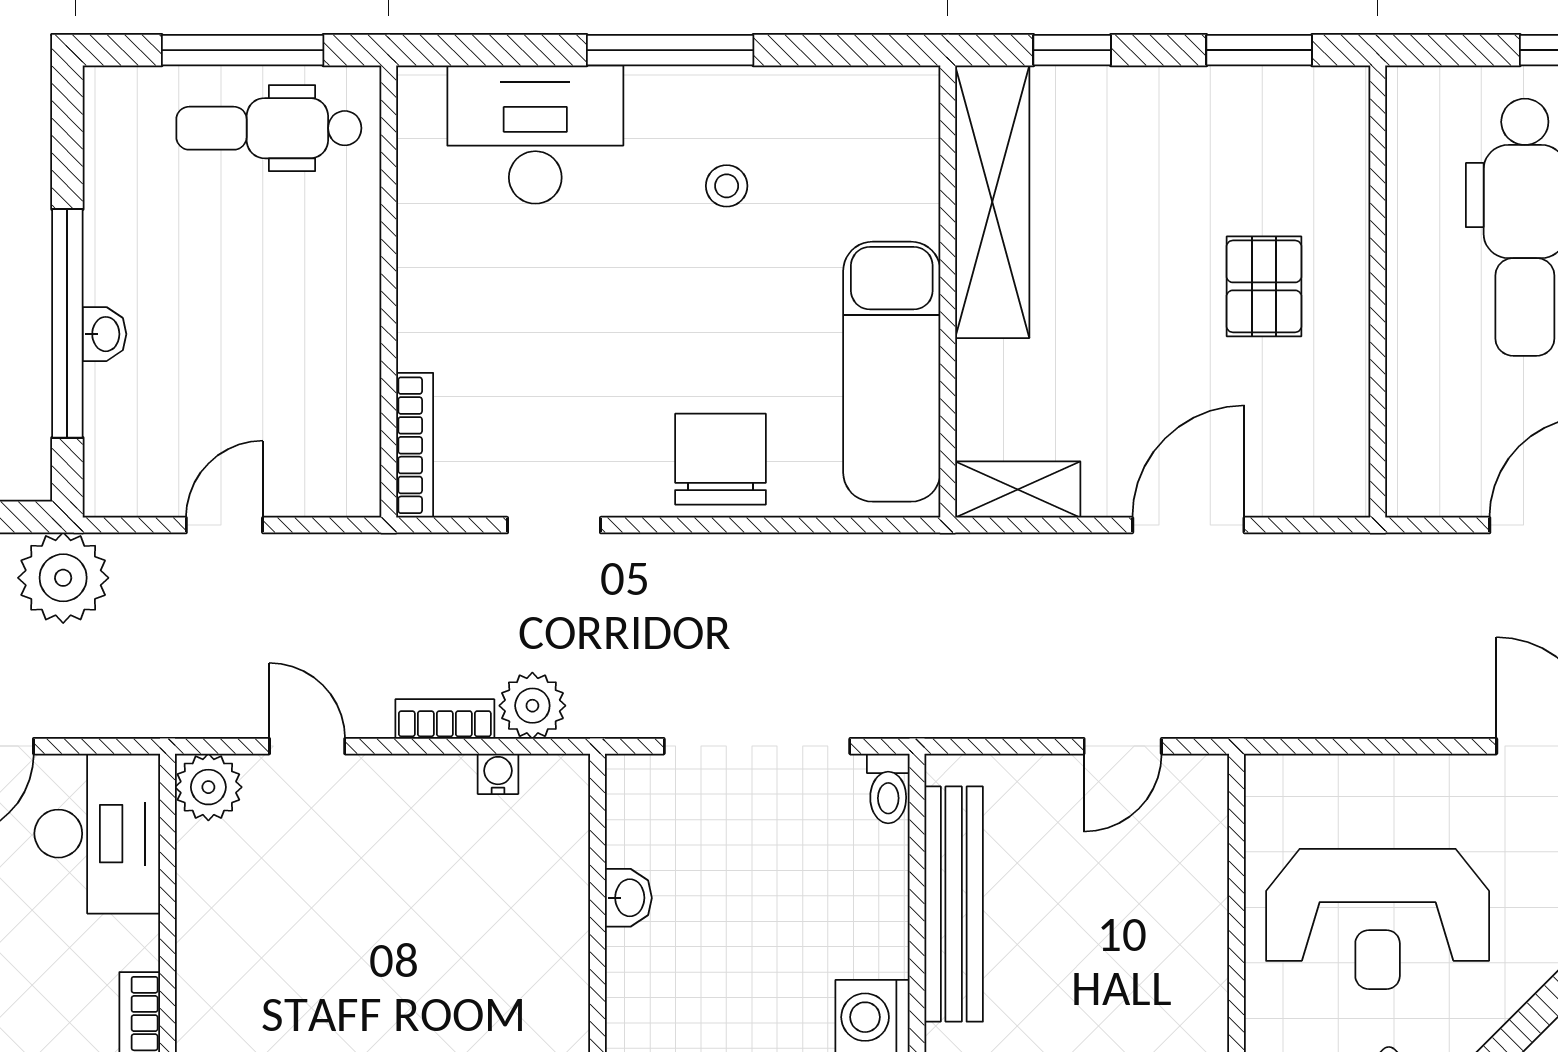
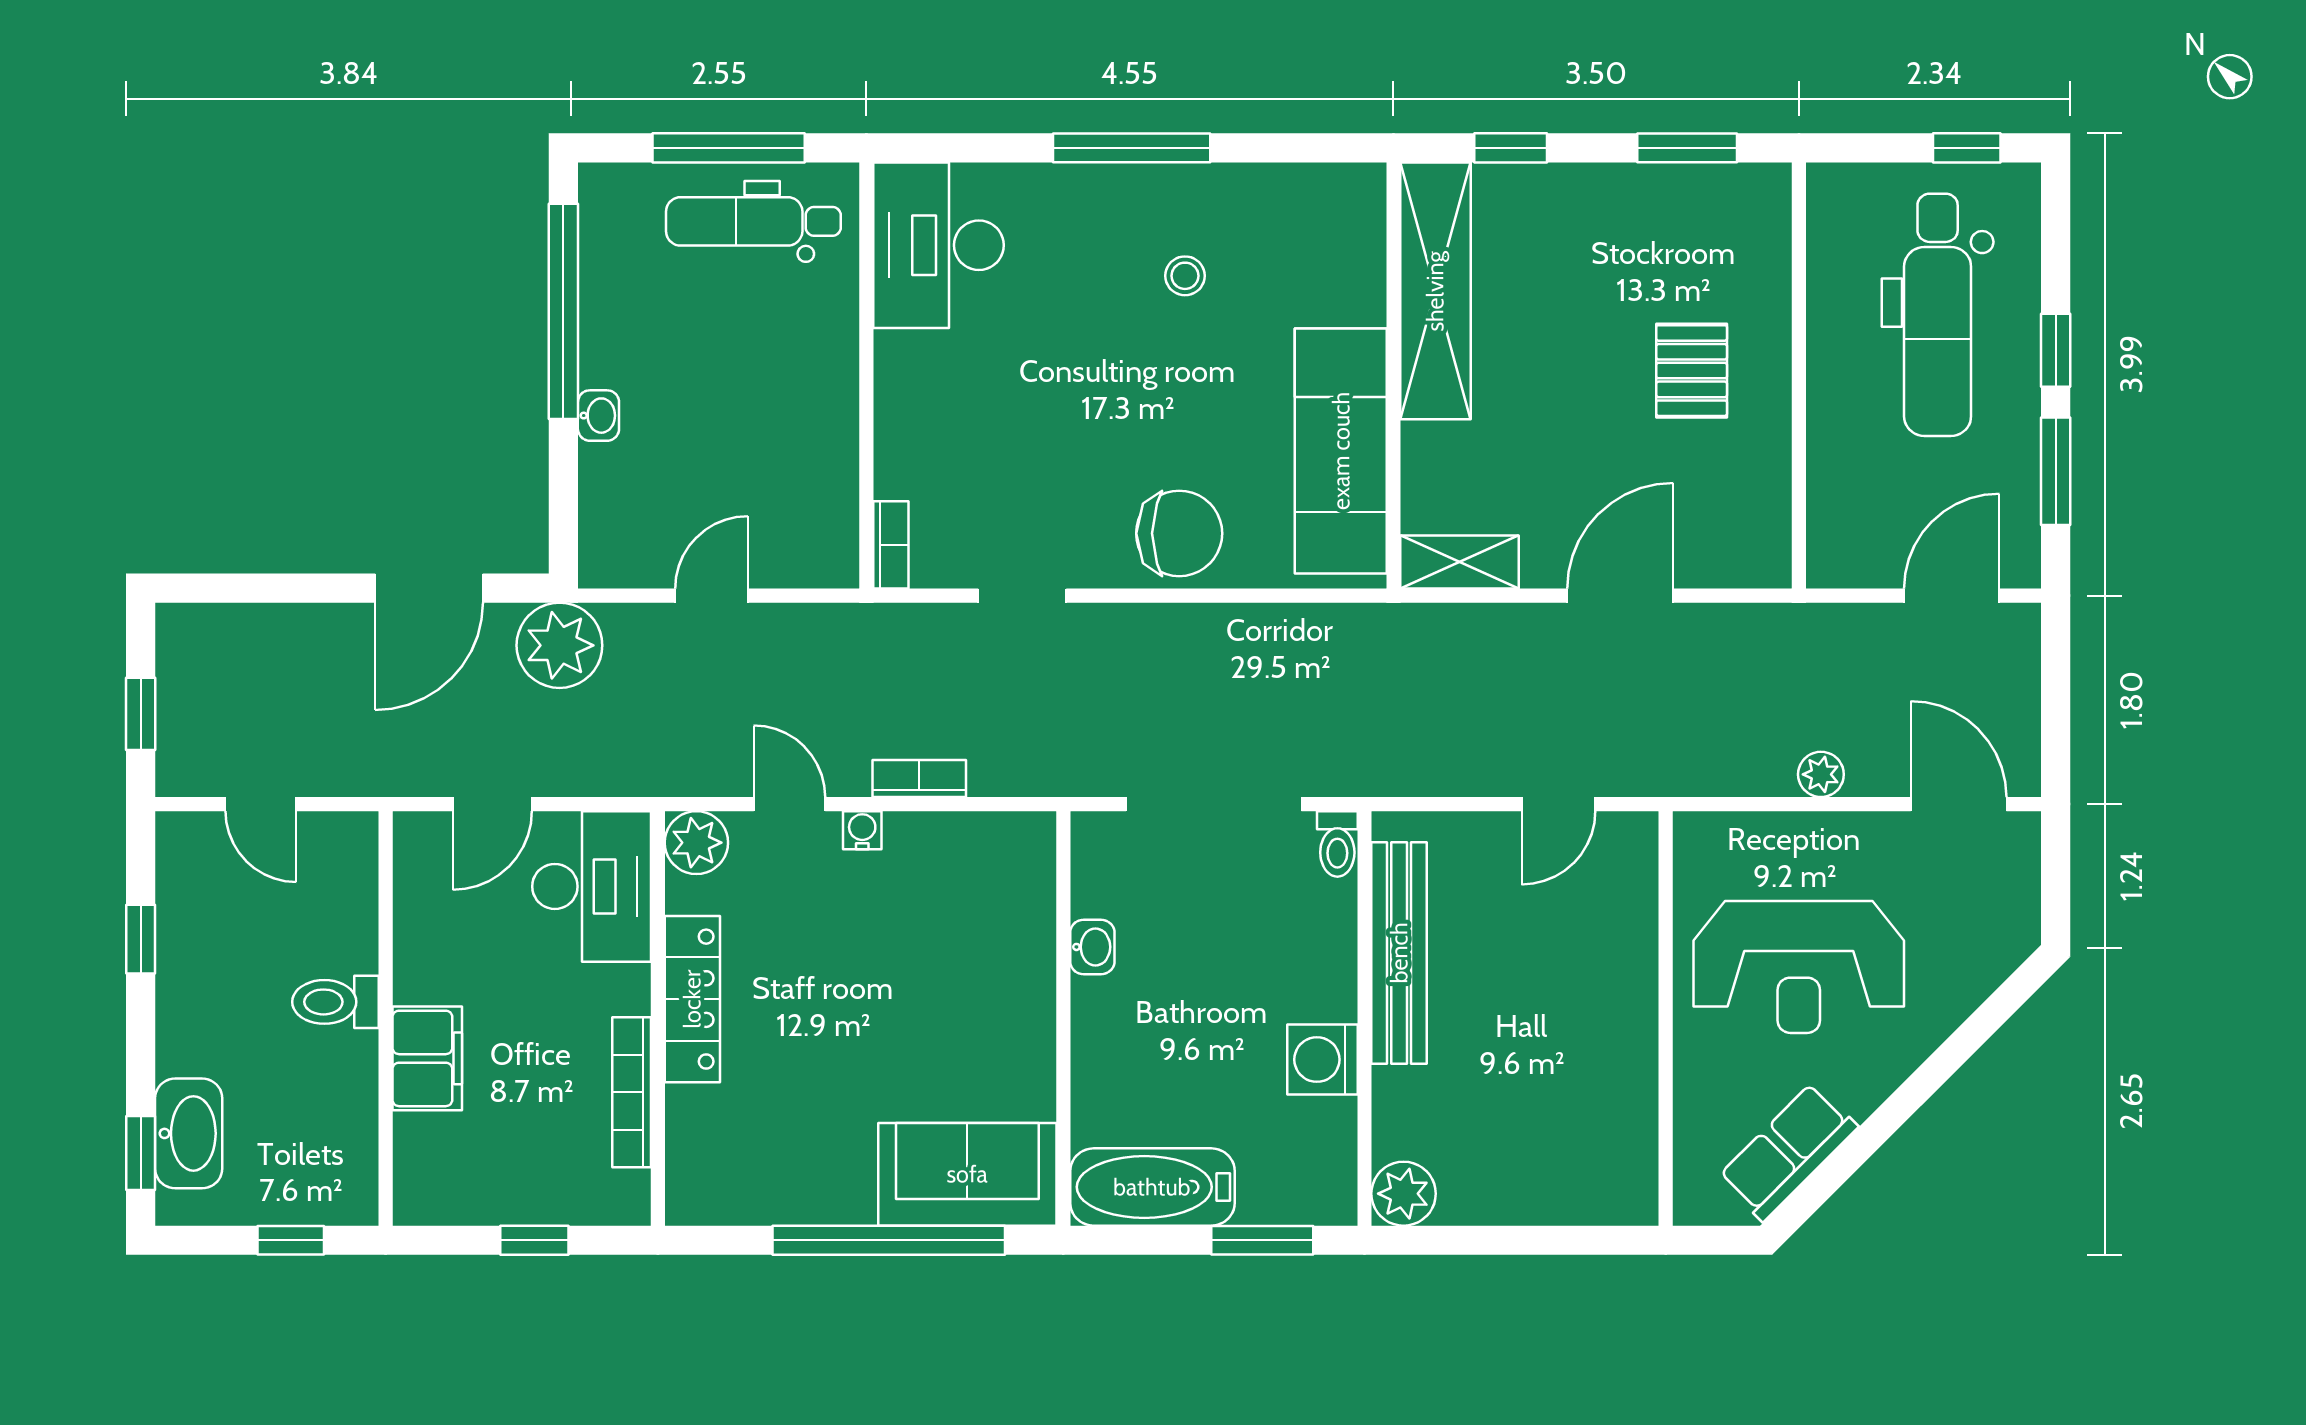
desk: (535, 135) -> (938, 245), moved, turned -90
window: (67, 323) -> (563, 311), moved
bookcase: (415, 445) -> (891, 545), width x0.64
chair: (721, 459) -> (1179, 533), turned 90
plant: (532, 706) -> (1821, 774), moved, width x0.73, depth x0.73
water cooler: (498, 774) -> (862, 830), moved
locker: (204, 953) -> (692, 999), added

